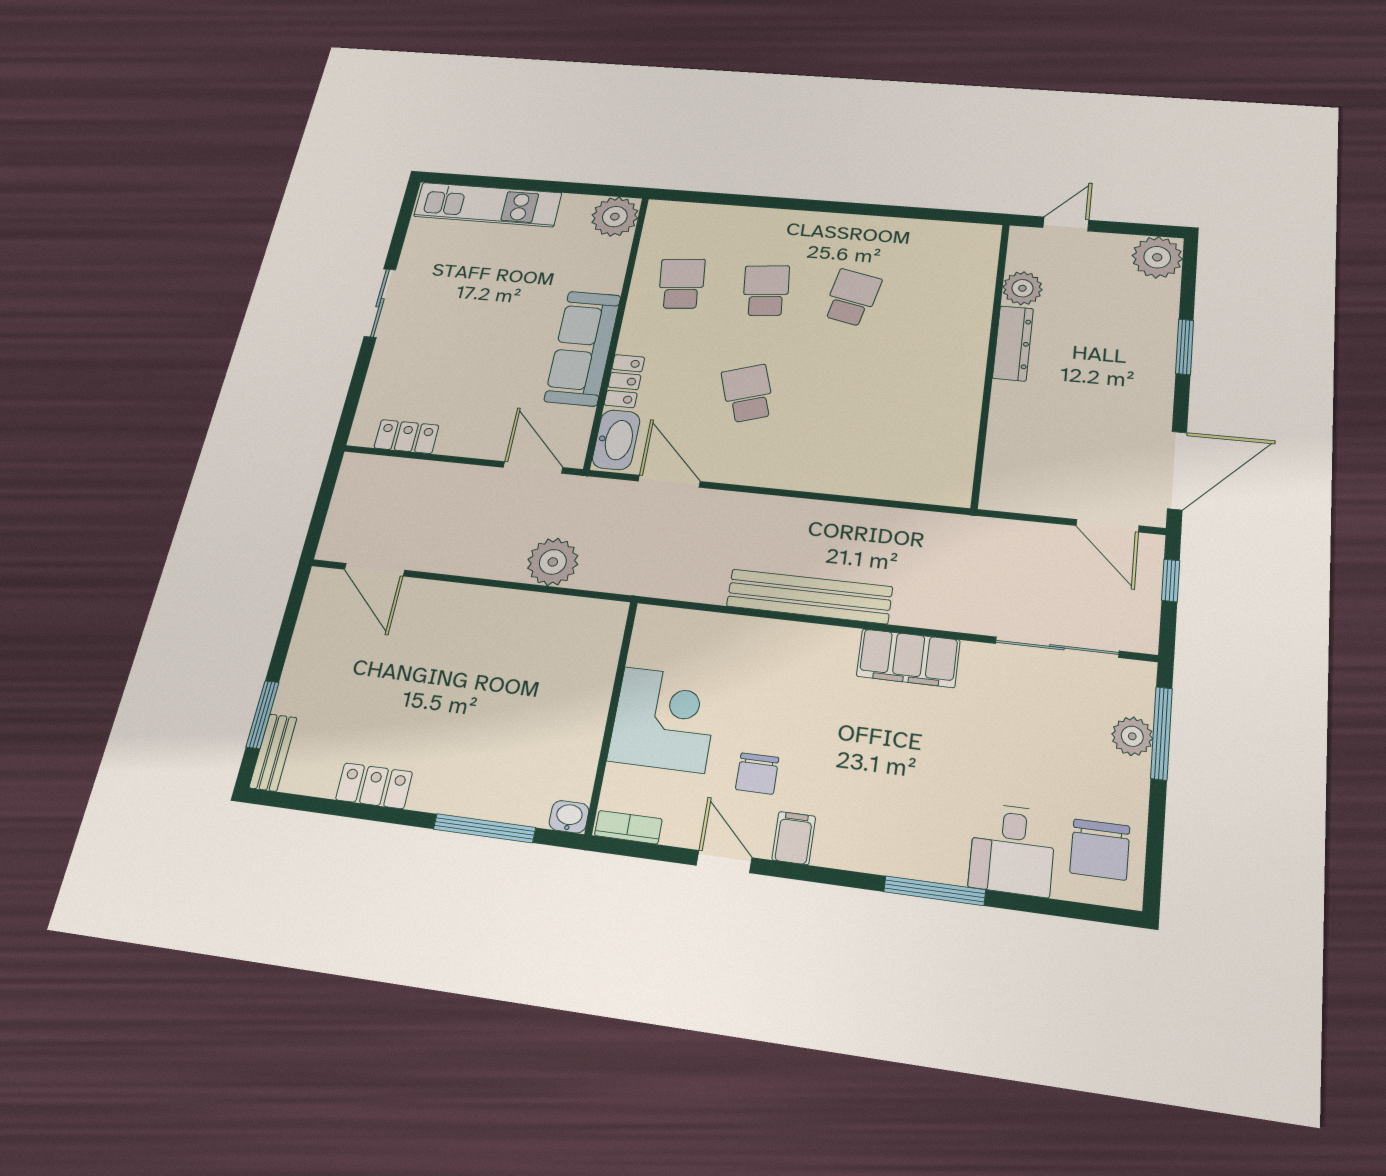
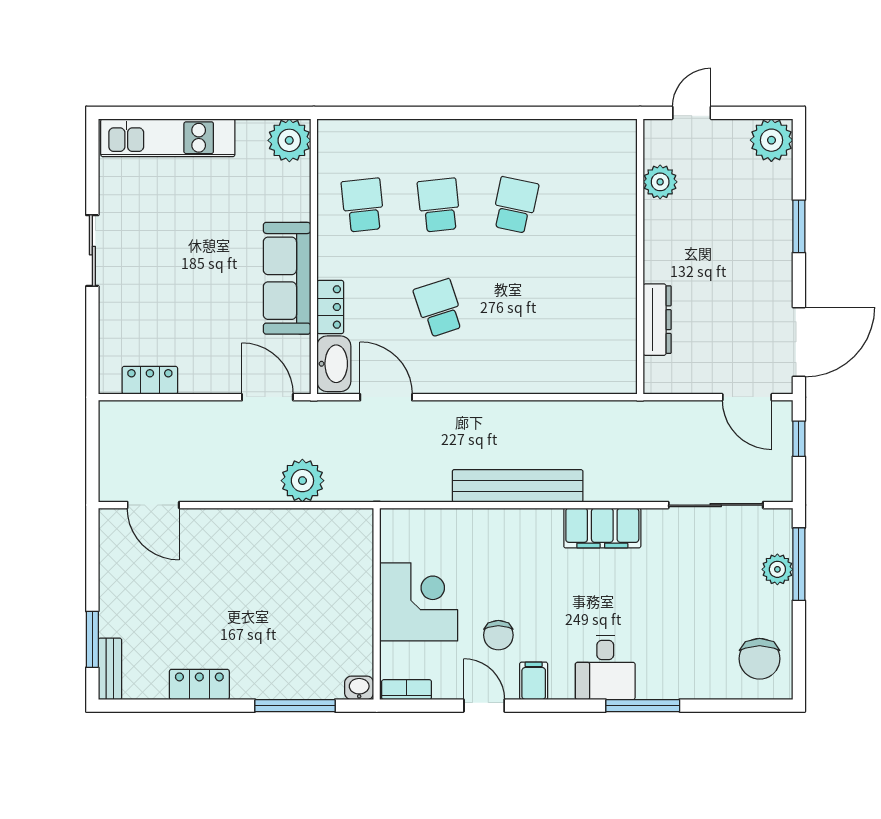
dresser: (1013, 343) -> (657, 320), moved
desk: (1012, 850) -> (605, 667), moved

